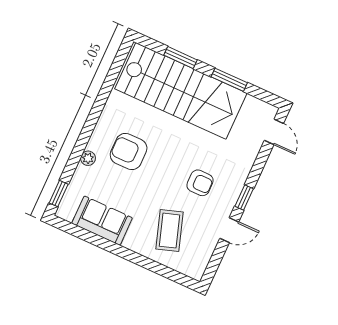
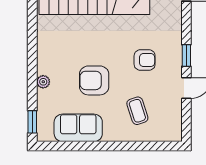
armchair: (129, 152) -> (94, 80), moved
coffee table: (169, 231) -> (137, 111), width x0.73, depth x0.77

